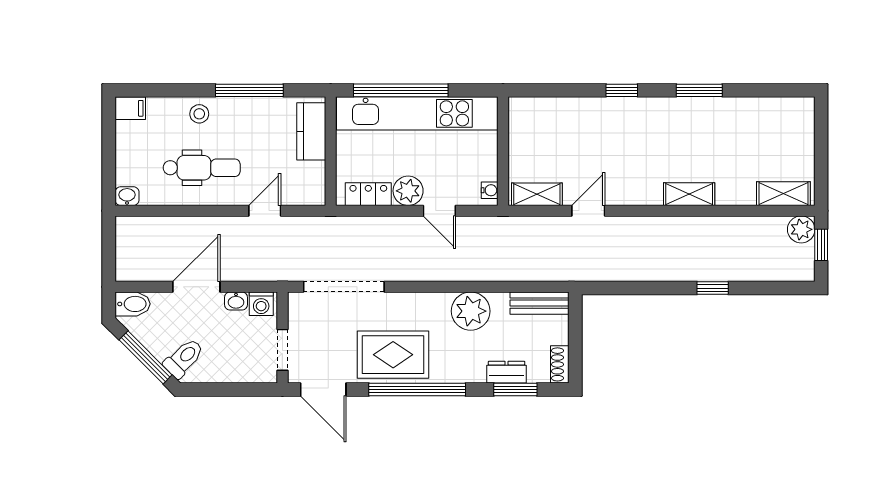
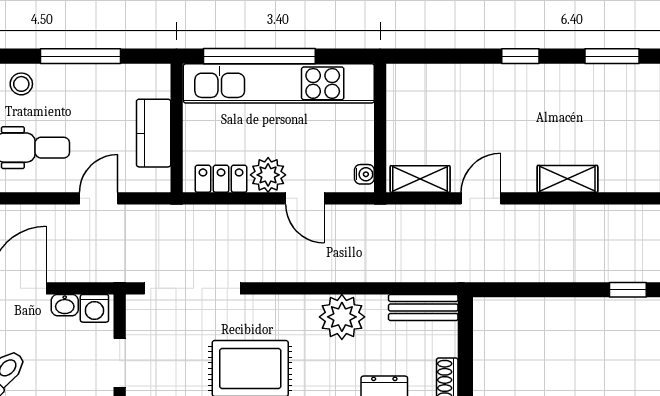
kitchen counter: (311, 131) -> (154, 133), moved
shelving: (689, 194) -> (567, 179), moved

